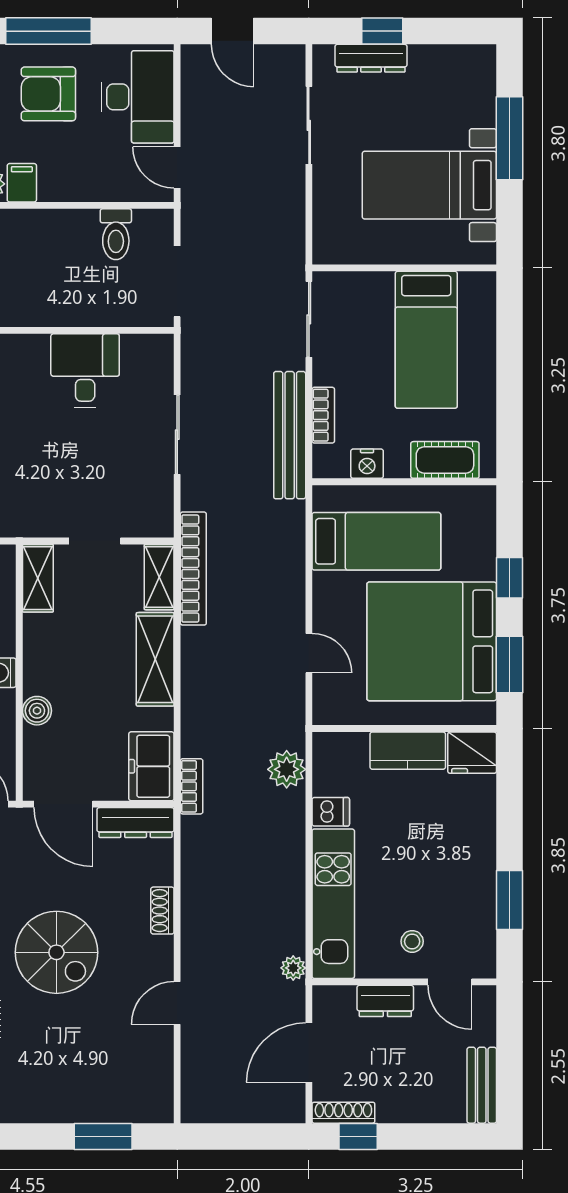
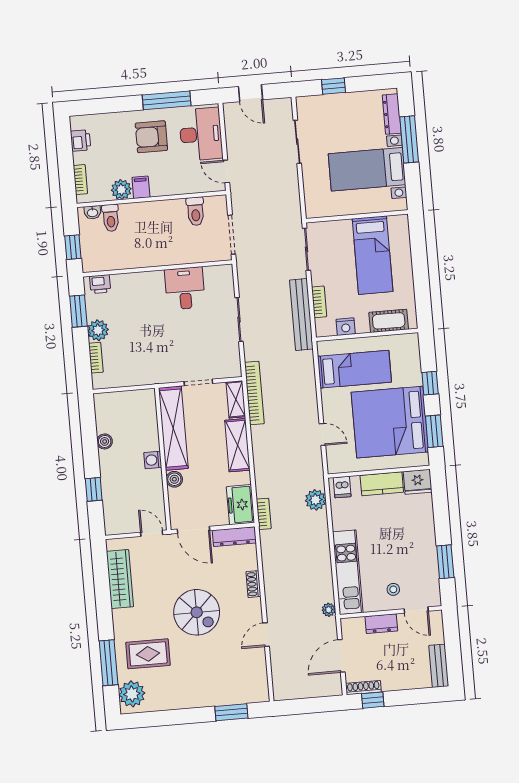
window: (49, 31) -> (167, 100), moved
dresser: (371, 58) -> (392, 114), moved, turned 90
shelving: (38, 578) -> (173, 428), width x2.20, depth x1.33
dishwasher: (331, 812) -> (342, 487), moved, turned 90

